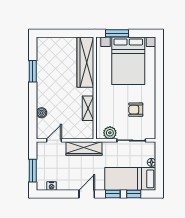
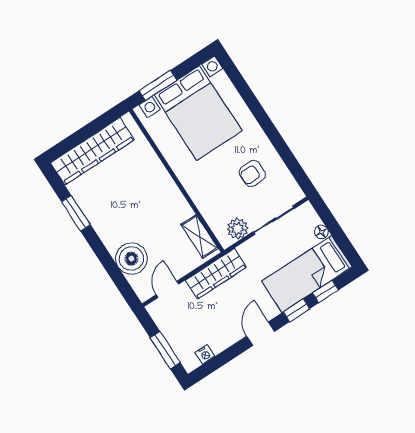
wardrobe: (85, 62) -> (92, 151), moved, turned -90
shelving: (88, 108) -> (200, 236), moved
boiler: (41, 113) -> (131, 259), width x1.86, depth x1.86

